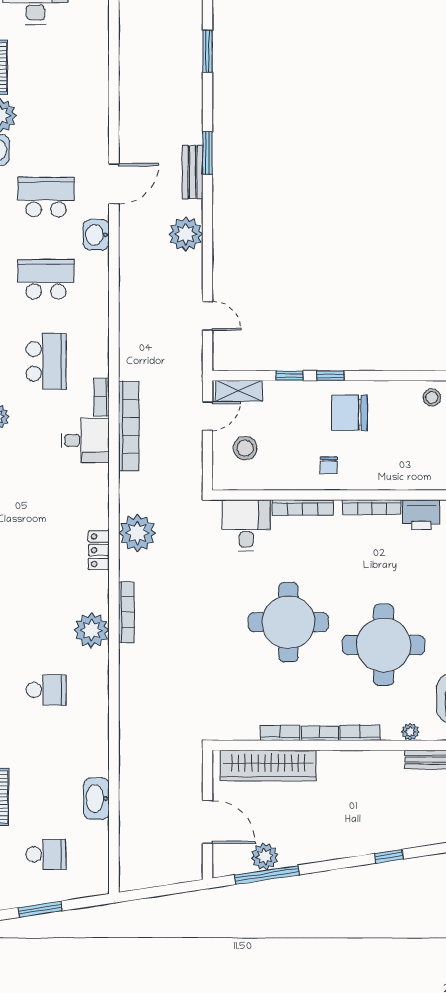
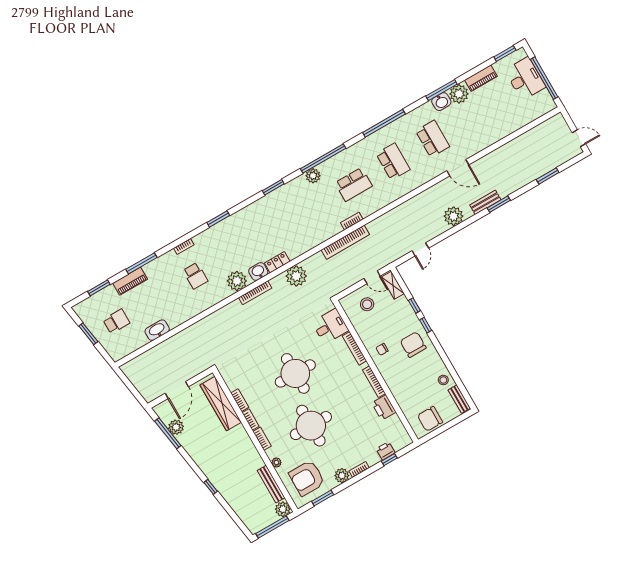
washbasin: (96, 235) -> (258, 272), moved
desk: (85, 440) -> (326, 225), removed
school desk: (46, 854) -> (116, 321), turned -90

